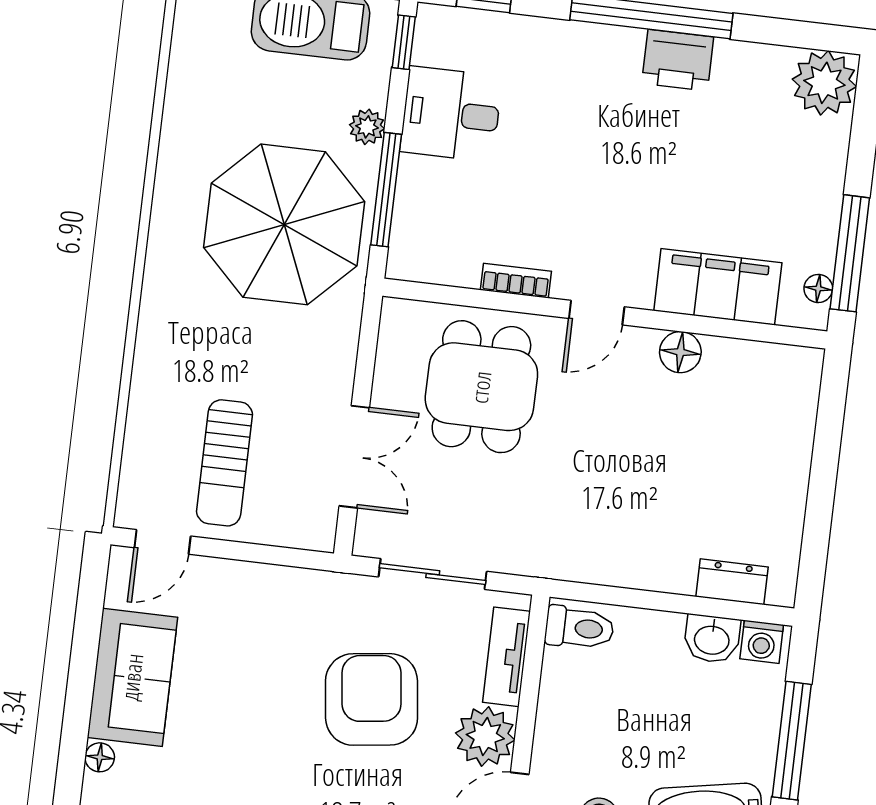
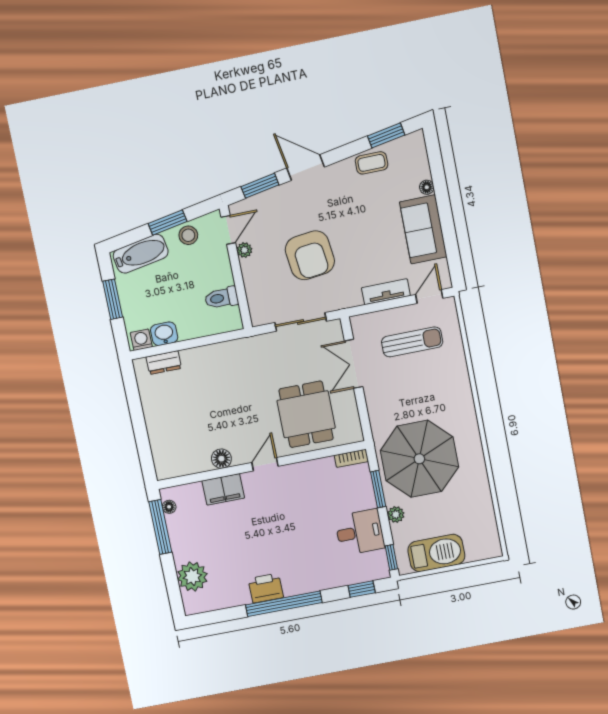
plant: (824, 83) -> (192, 577), moved
window: (386, 190) -> (378, 489), width x0.69
bookcase: (516, 281) -> (351, 458), moved
filing cabinet: (718, 287) -> (223, 489), width x0.67, depth x0.86
sun lounger: (224, 463) -> (412, 342), turned 90
toilet: (579, 628) -> (221, 298), moved
tv unit: (506, 657) -> (386, 292), moved, turned -90
plant: (485, 737) -> (244, 250), width x0.53, depth x0.53
window: (792, 741) -> (113, 299), width x0.69

